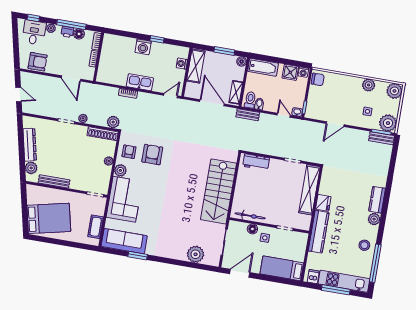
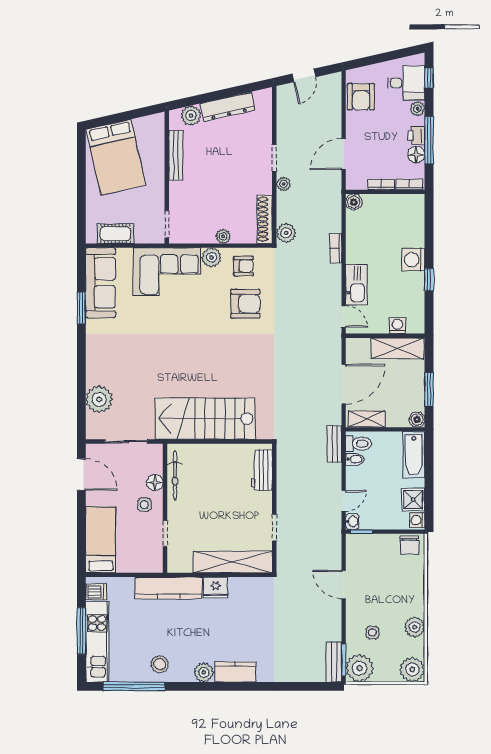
boiler: (101, 77) -> (354, 202), added
kitchen sink: (140, 82) -> (356, 285), moved

